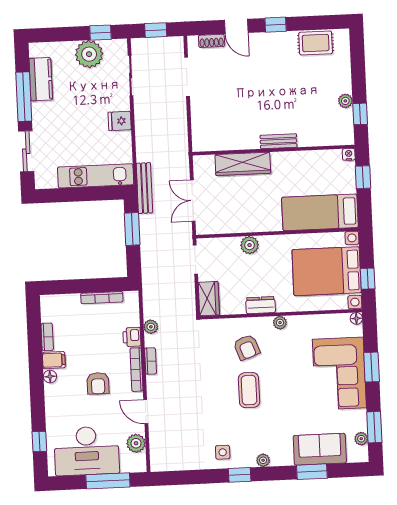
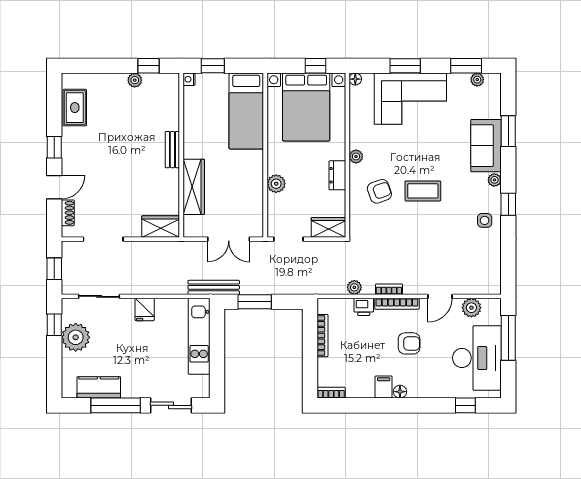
wardrobe: (202, 133) -> (161, 226), added
bookcase: (47, 337) -> (331, 393), moved
sofa: (320, 449) -> (486, 146), moved

